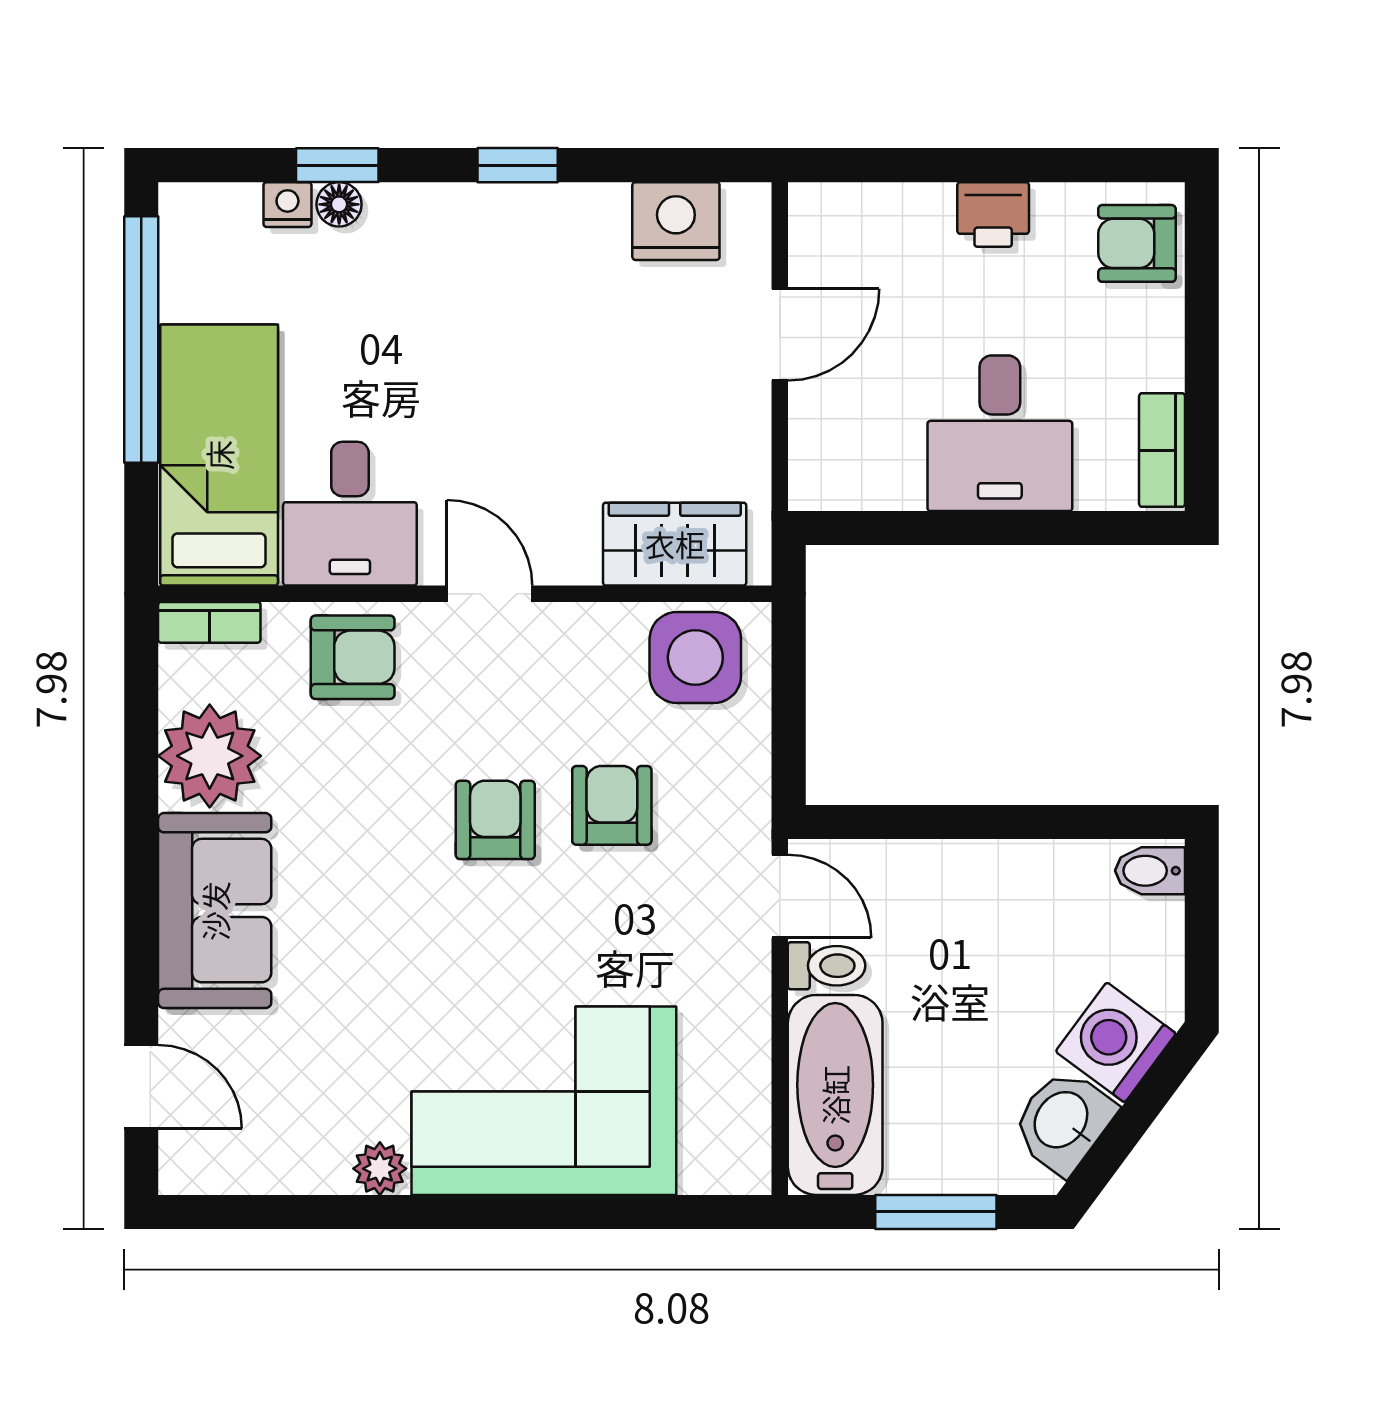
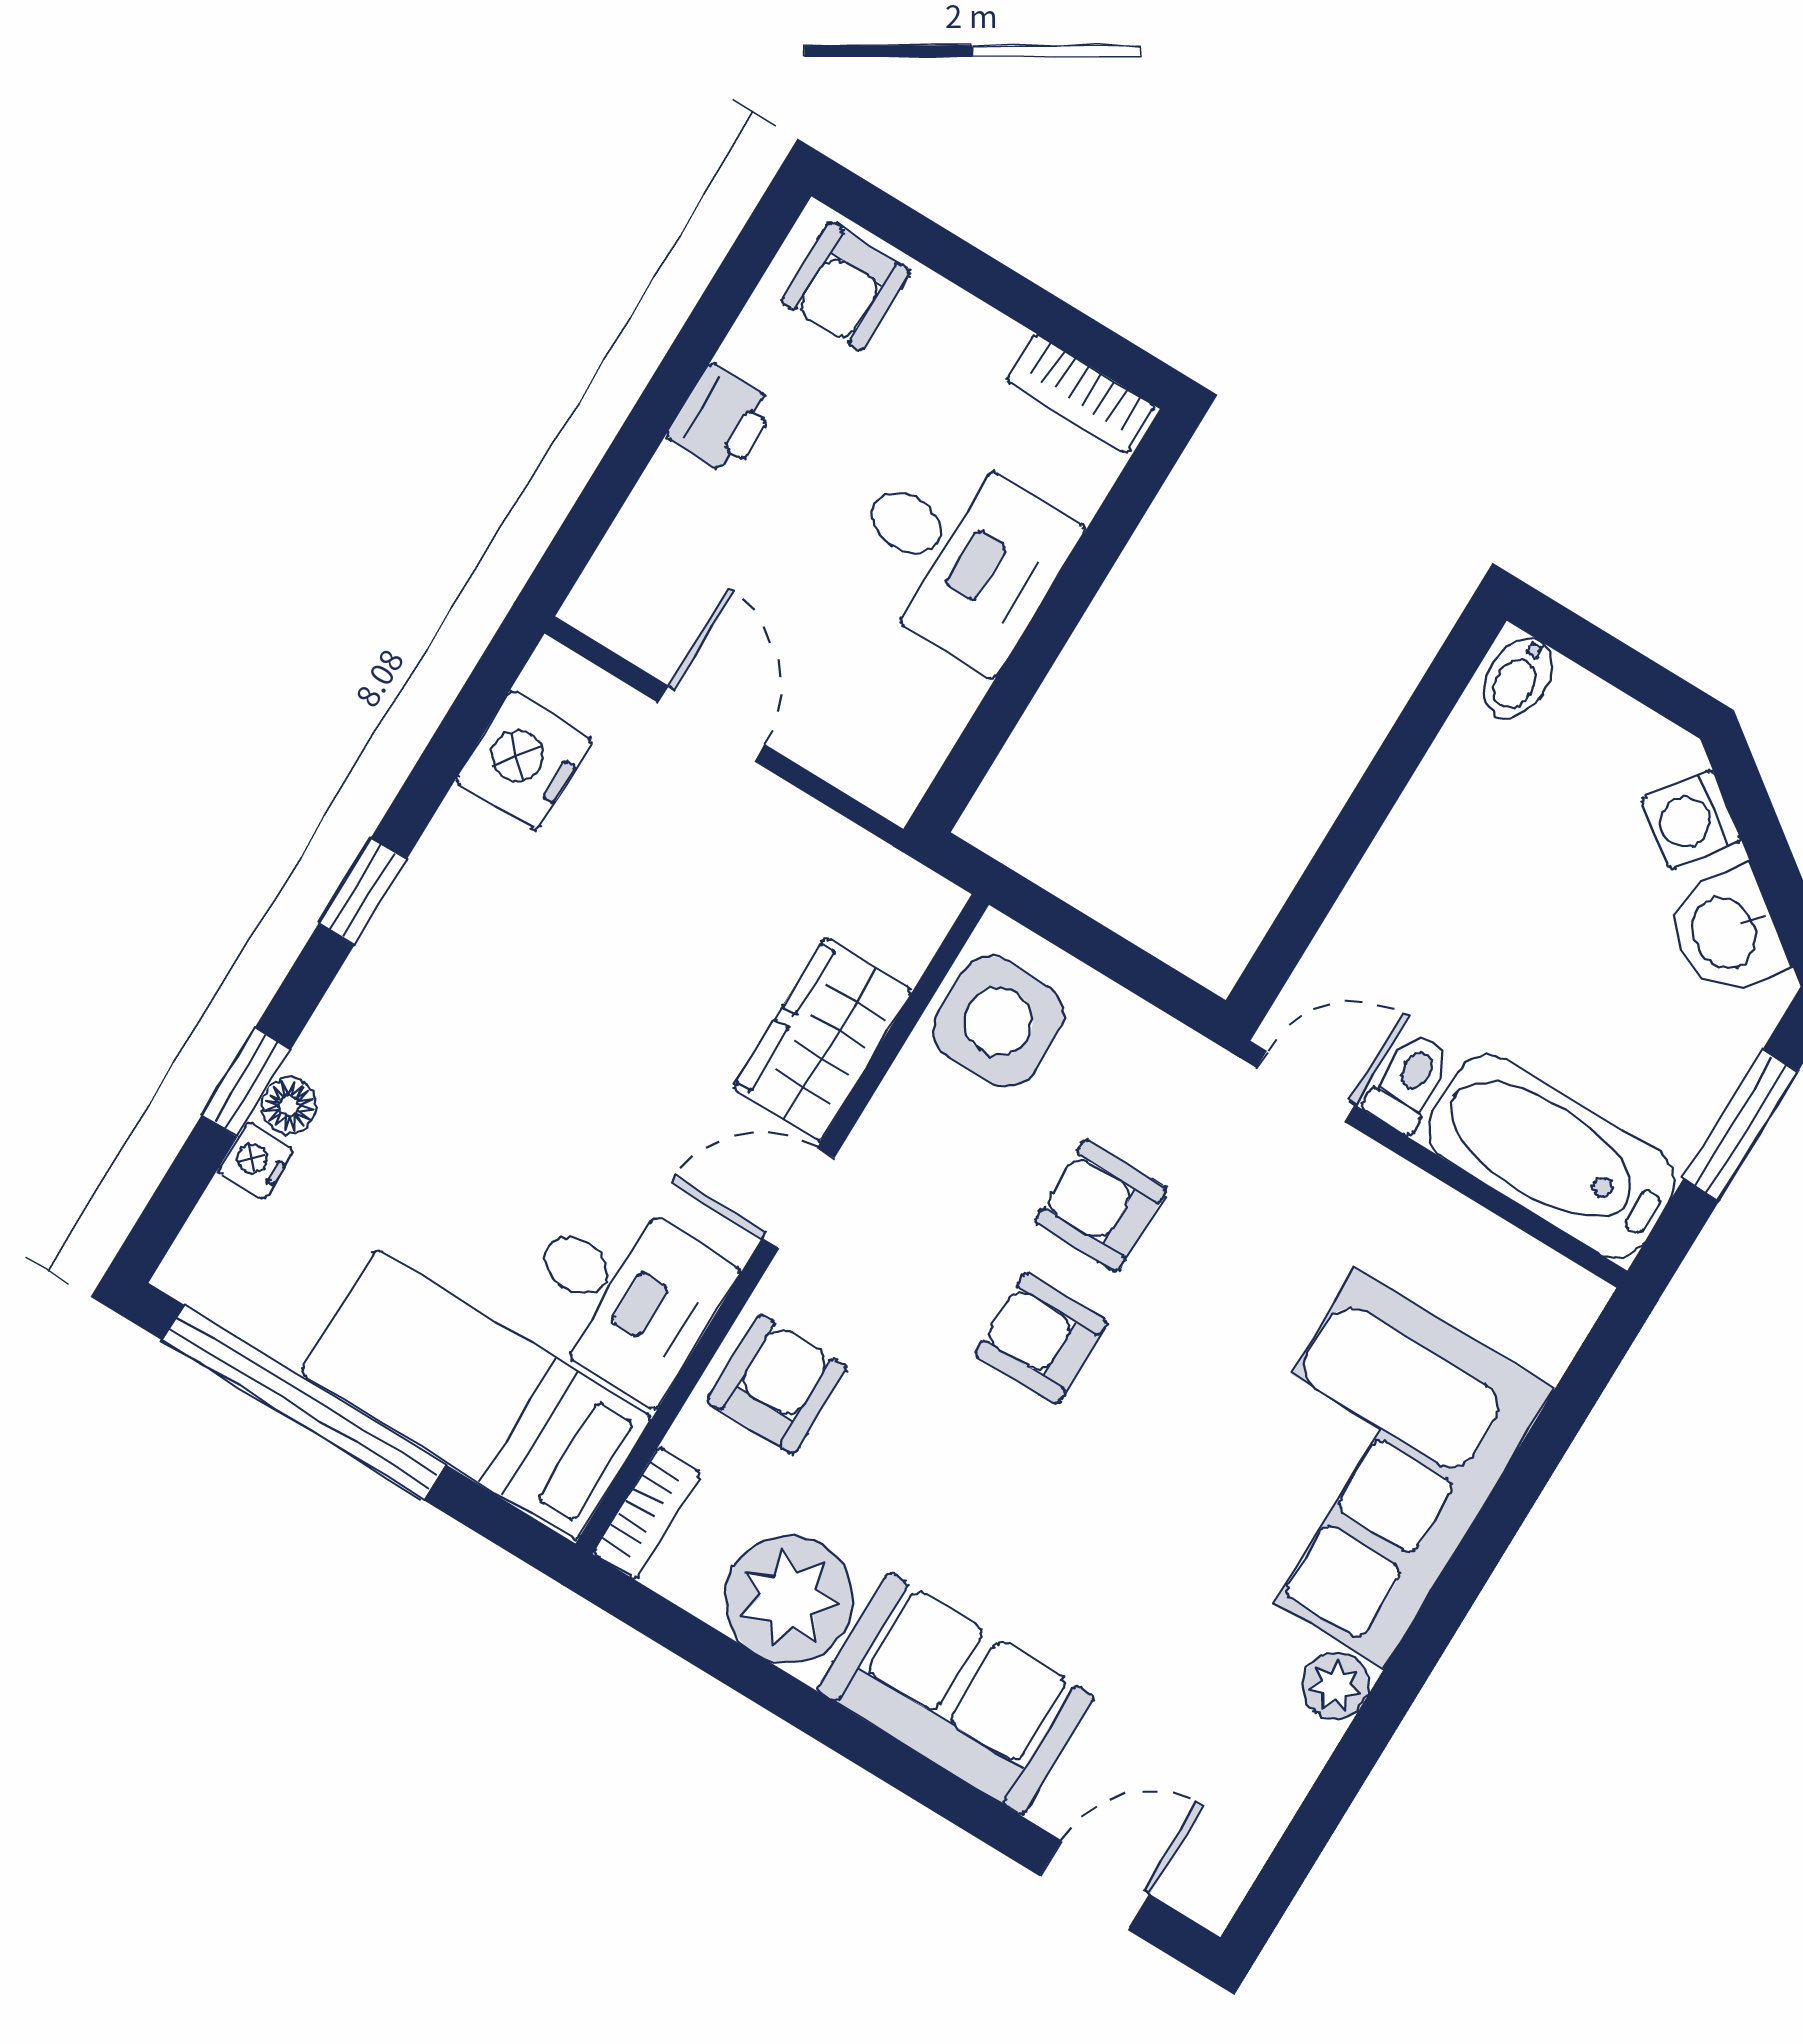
wardrobe: (675, 544) -> (823, 1040), moved
washing machine: (1116, 1042) -> (1691, 820), width x0.73, depth x0.73

